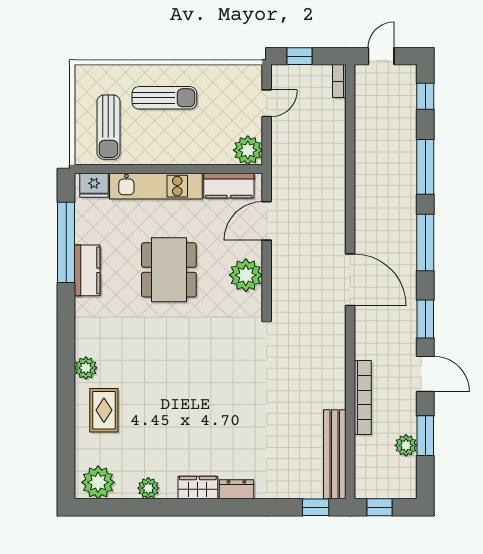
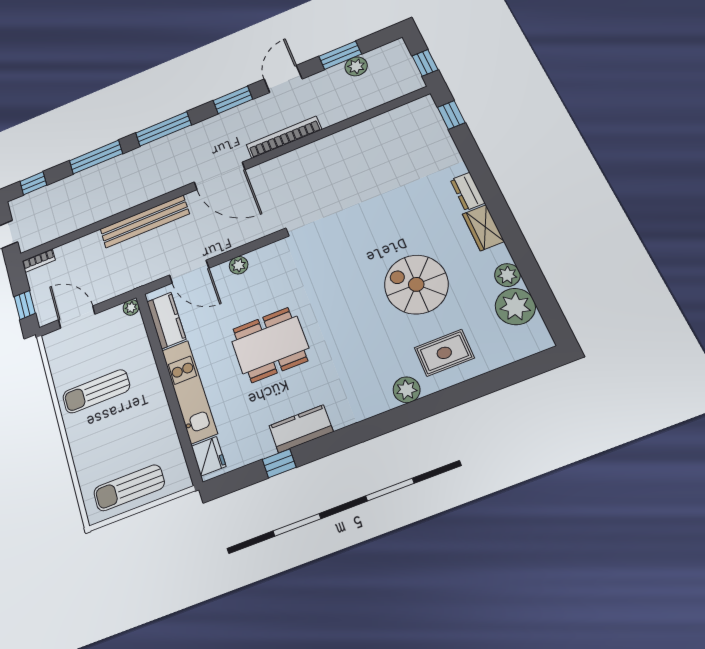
sun lounger: (164, 98) -> (96, 391), moved, turned -90
door: (267, 103) -> (77, 317), width x1.38
sun lounger: (108, 127) -> (129, 488), moved, turned 180
plant: (248, 150) -> (131, 307), width x0.53, depth x0.53
window: (66, 242) -> (279, 463), width x0.32
plant: (246, 275) -> (239, 265), width x0.53, depth x0.53
door: (350, 280) -> (220, 176), swing flipped
bookcase: (363, 398) -> (284, 137), moved
spiral stairs: (171, 412) -> (416, 284), added
bench: (335, 454) -> (145, 221), moved
plant: (98, 482) -> (515, 307), moved

